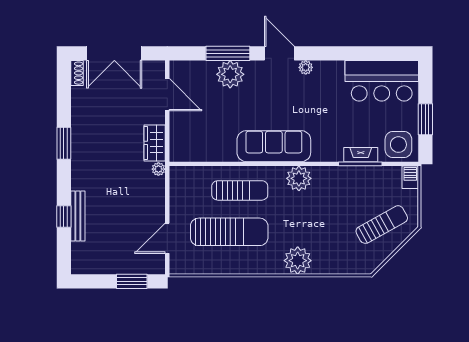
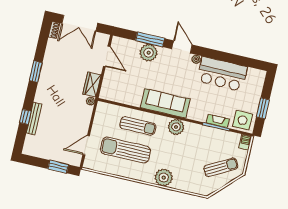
bar counter: (382, 81) -> (222, 74), moved
sun lounger: (229, 232) -> (125, 150), turned 180

